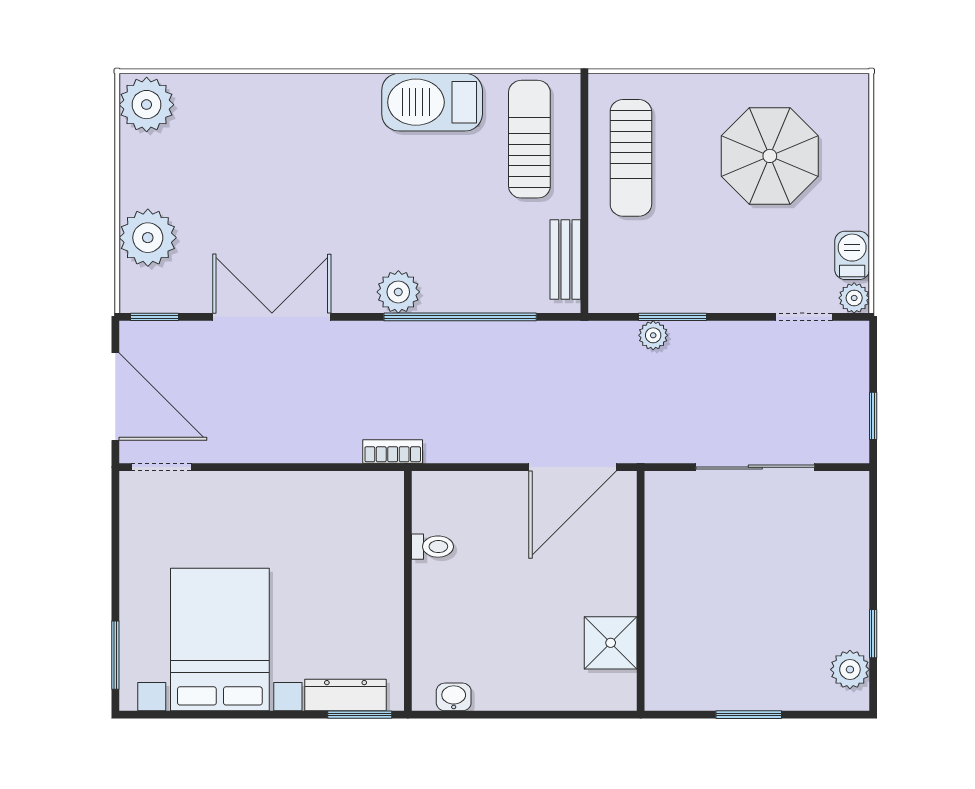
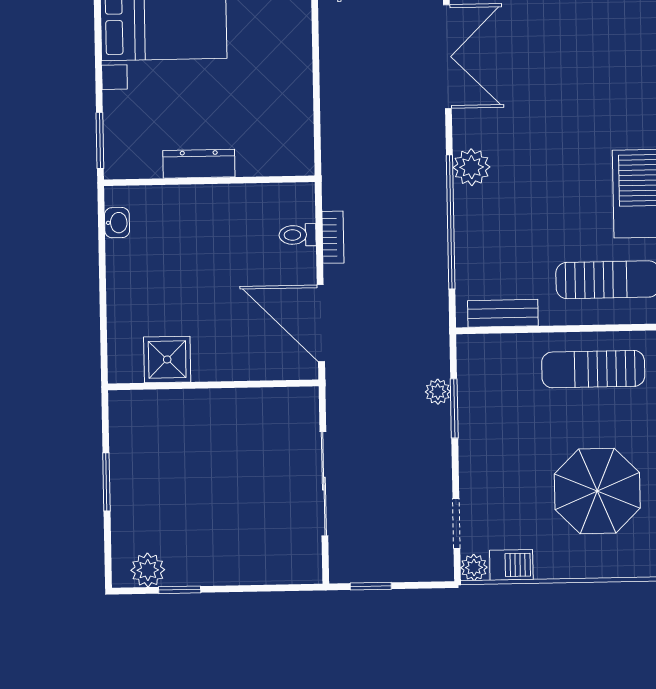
bookcase: (393, 451) -> (333, 237), moved
toilet: (433, 547) -> (298, 235), moved, turned 90
dresser: (346, 695) -> (199, 164), moved, turned -90

